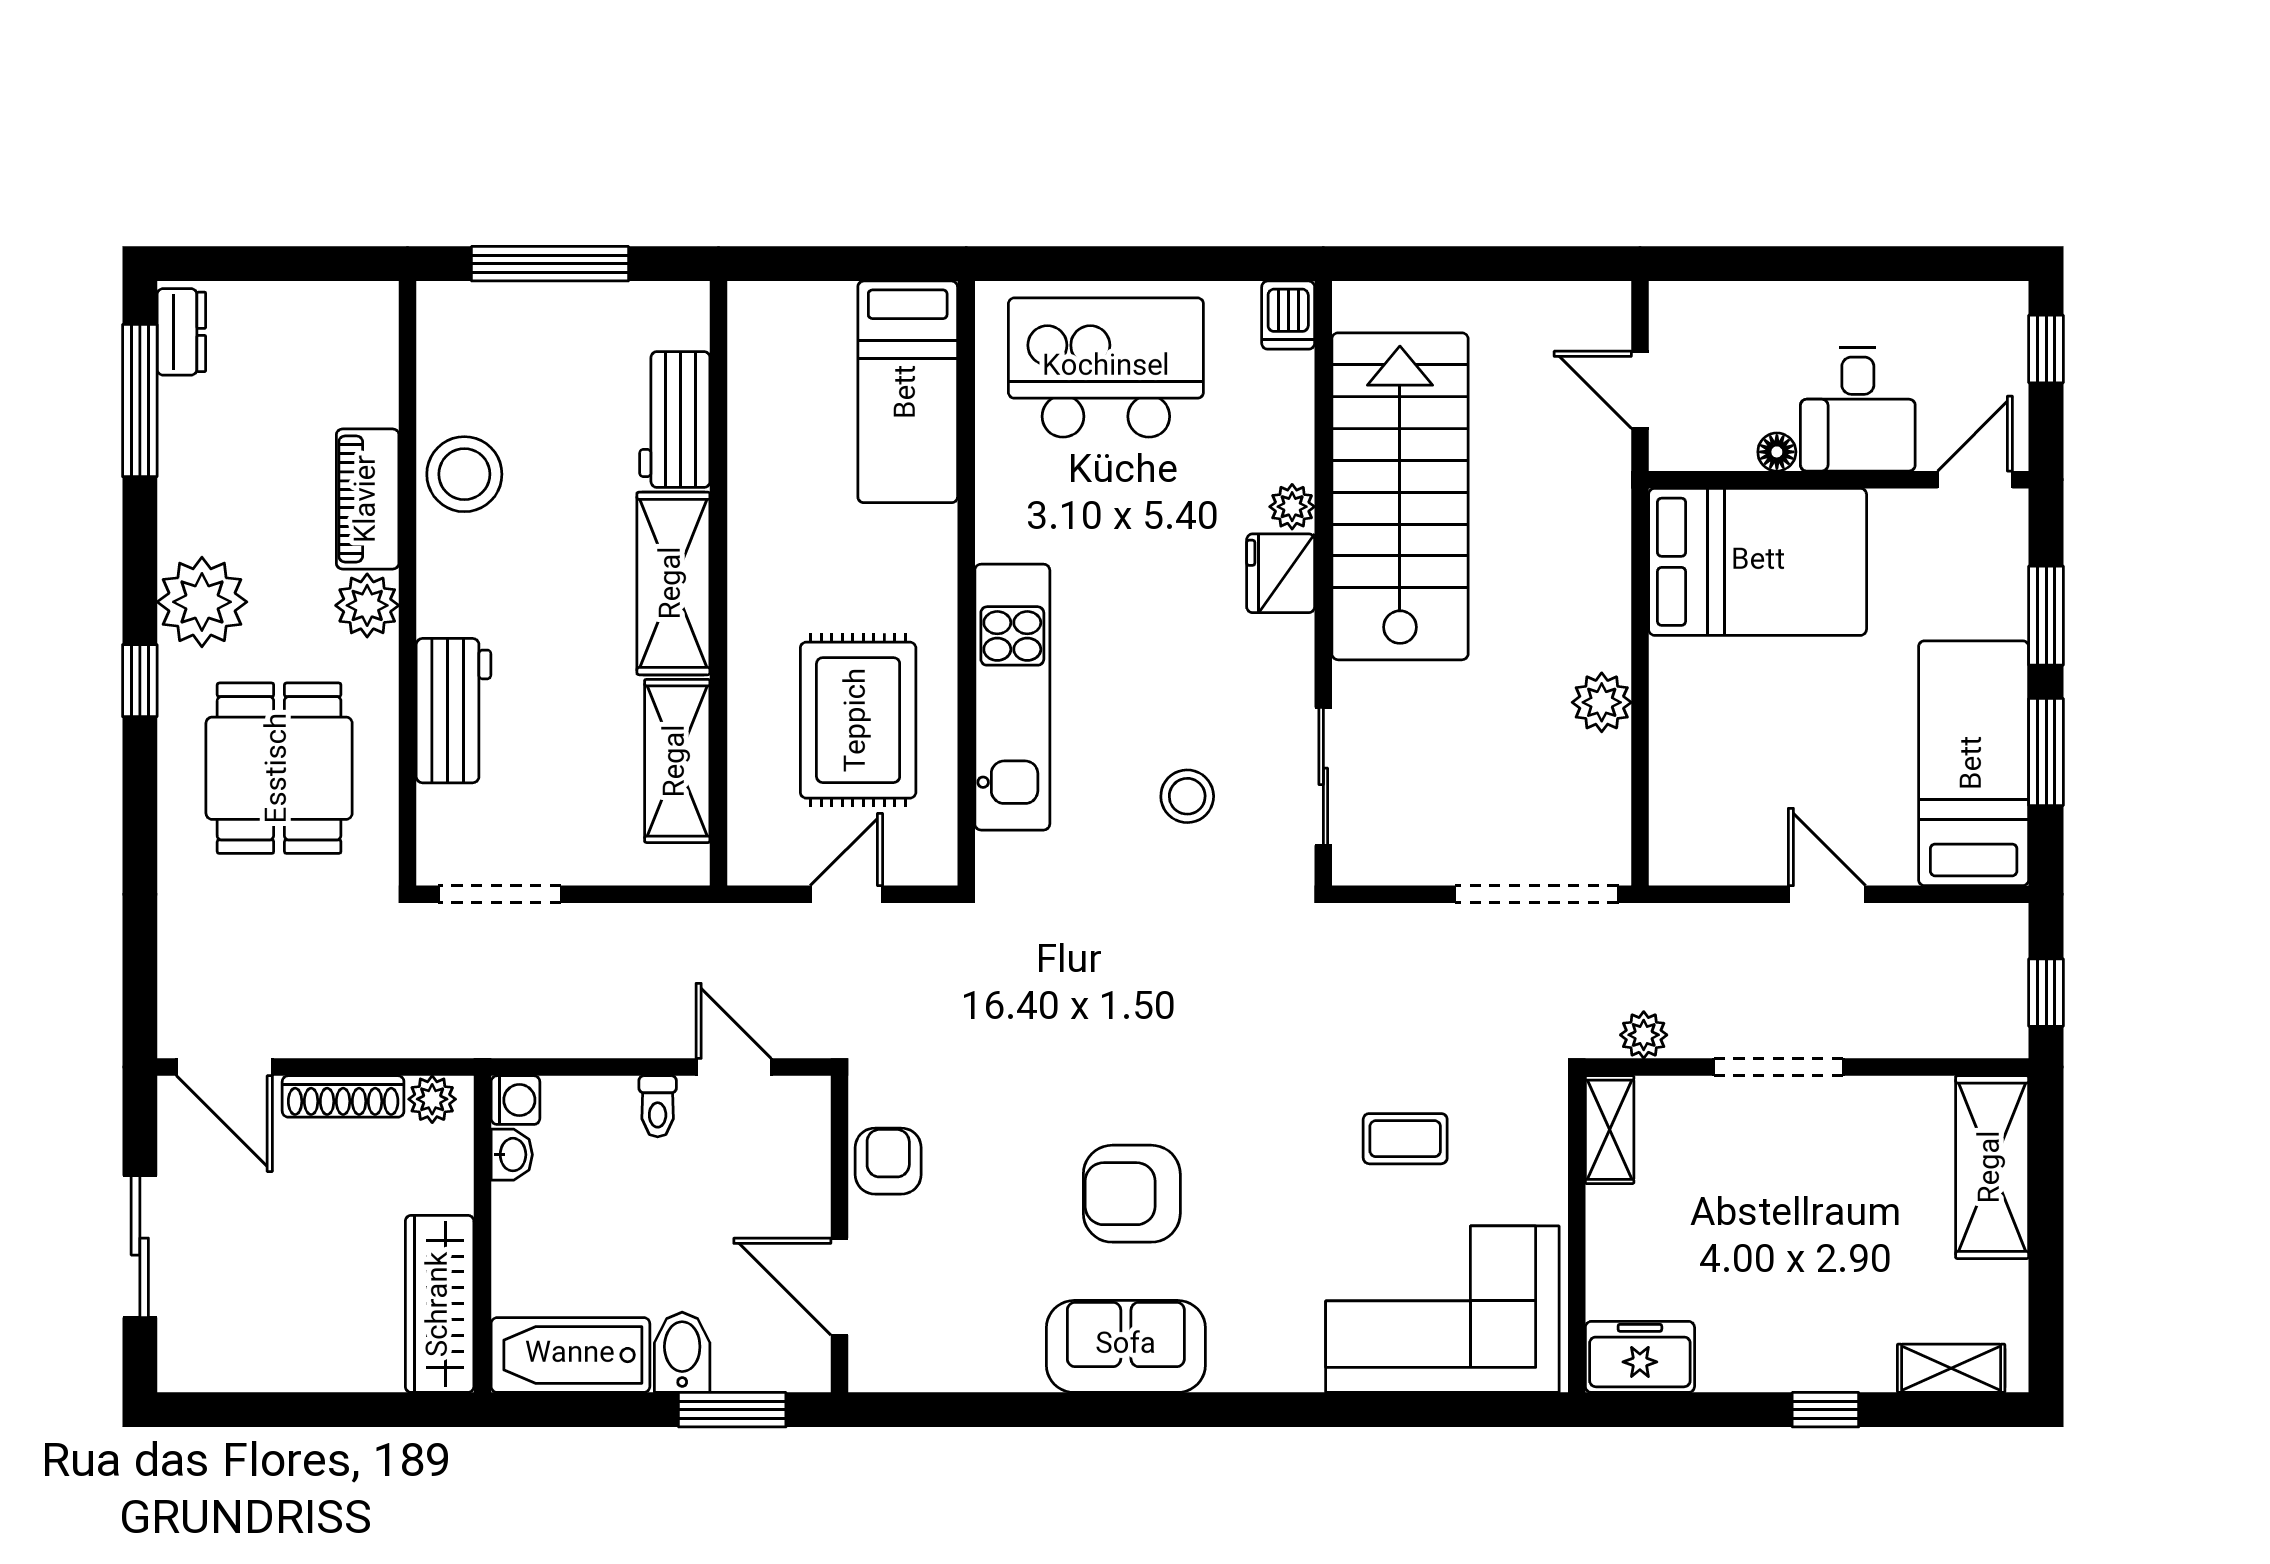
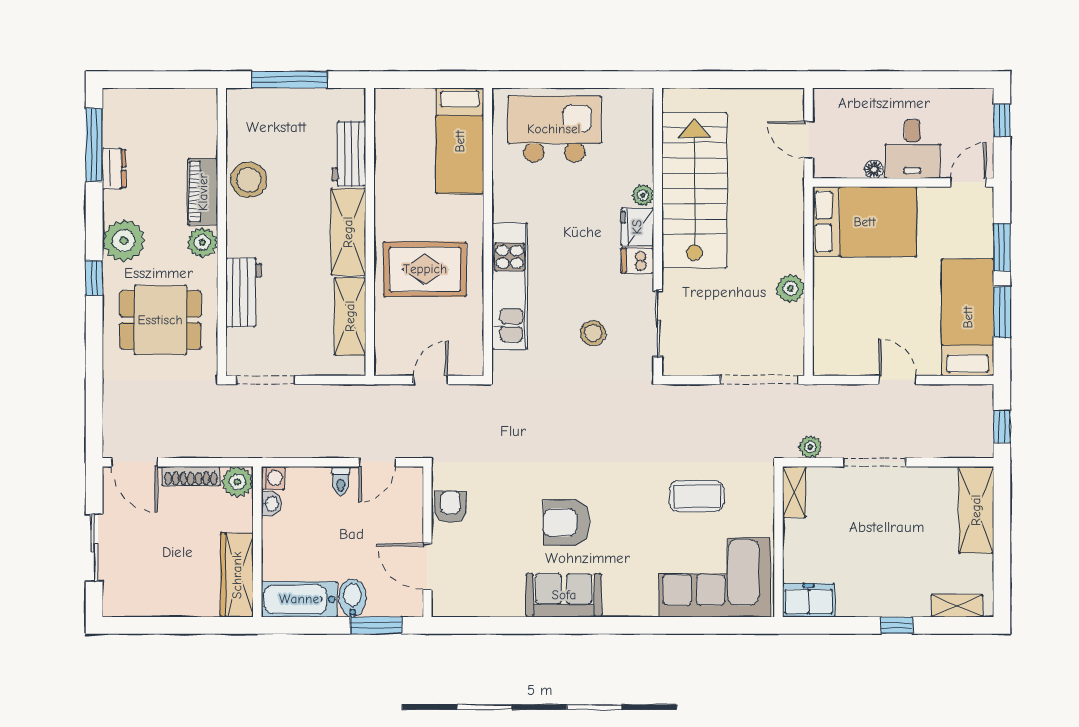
dishwasher: (1288, 315) -> (637, 261), moved, turned 90
dresser: (181, 332) -> (114, 169), moved
rug: (858, 720) -> (425, 269), moved, turned 90
dining table: (279, 768) -> (160, 320), turned 90
door: (734, 1067) -> (377, 462), swing flipped
plant: (432, 1099) -> (238, 482), width x1.38, depth x1.38
coffee table: (1405, 1139) -> (697, 496), width x1.36, depth x1.30

